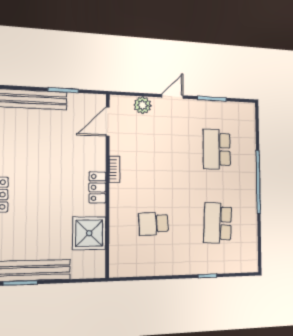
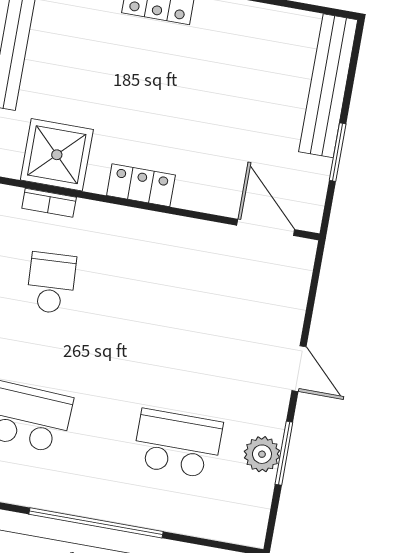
plant: (143, 105) -> (262, 454), moved
bookcase: (114, 169) -> (49, 203), moved

